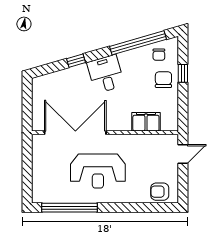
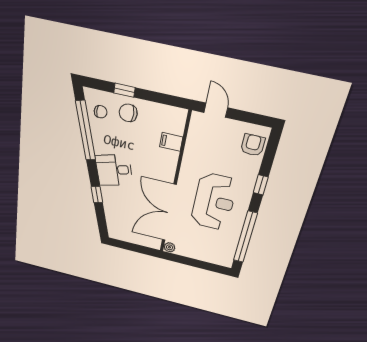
filing cabinet: (146, 122) -> (171, 142), width x0.50
plant: (38, 140) -> (169, 247), added
armchair: (160, 192) -> (253, 145), turned 180
window: (125, 208) -> (261, 185), added

